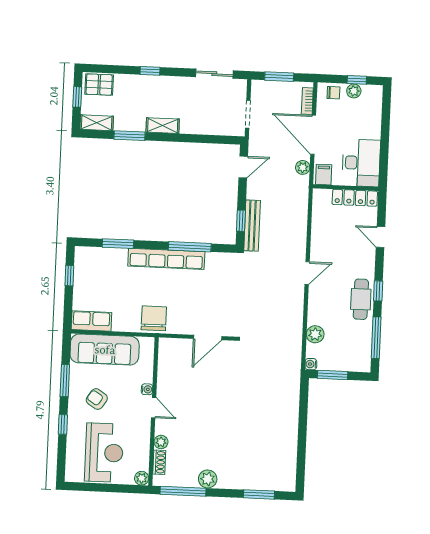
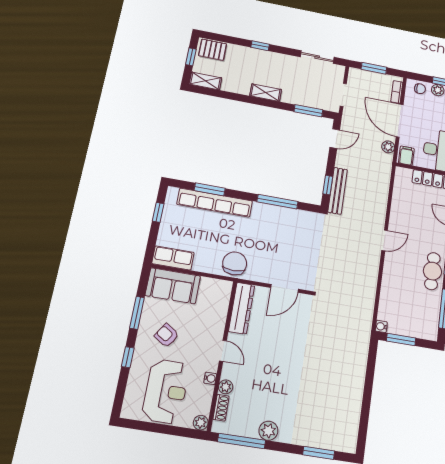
window: (129, 136) -> (308, 111), moved
row of seats: (166, 259) -> (215, 203), moved
plant: (315, 334) -> (388, 298), removed
sofa: (105, 350) -> (173, 286), width x0.73
dresser: (167, 363) -> (242, 308), added
water cooler: (147, 389) -> (210, 378), moved

